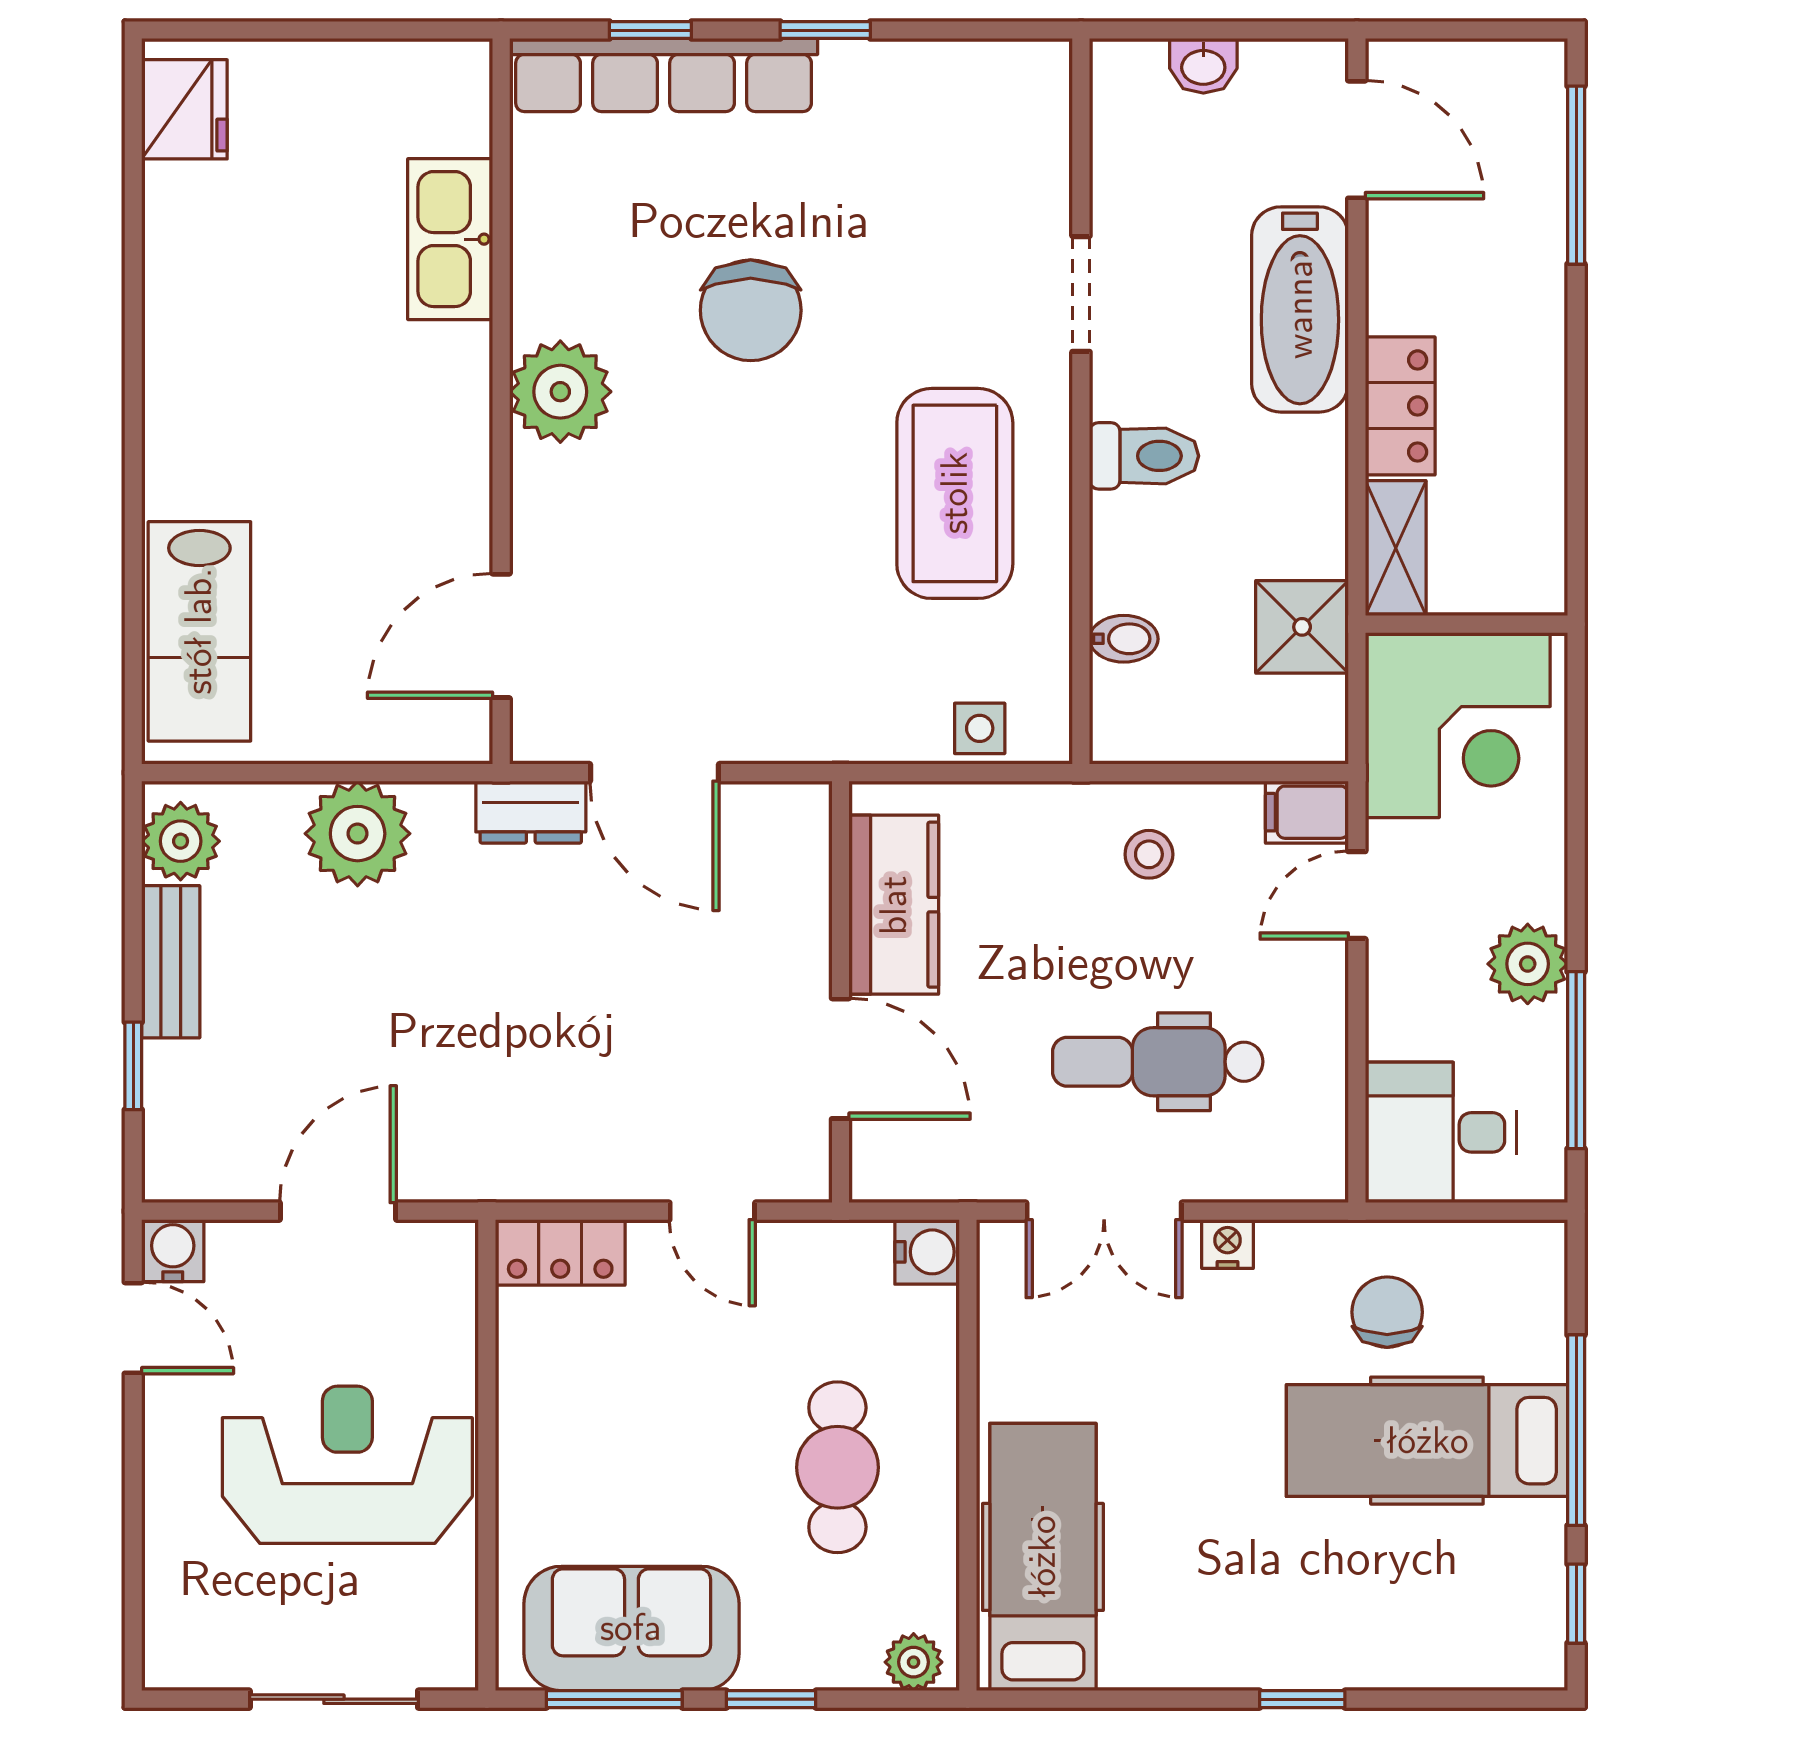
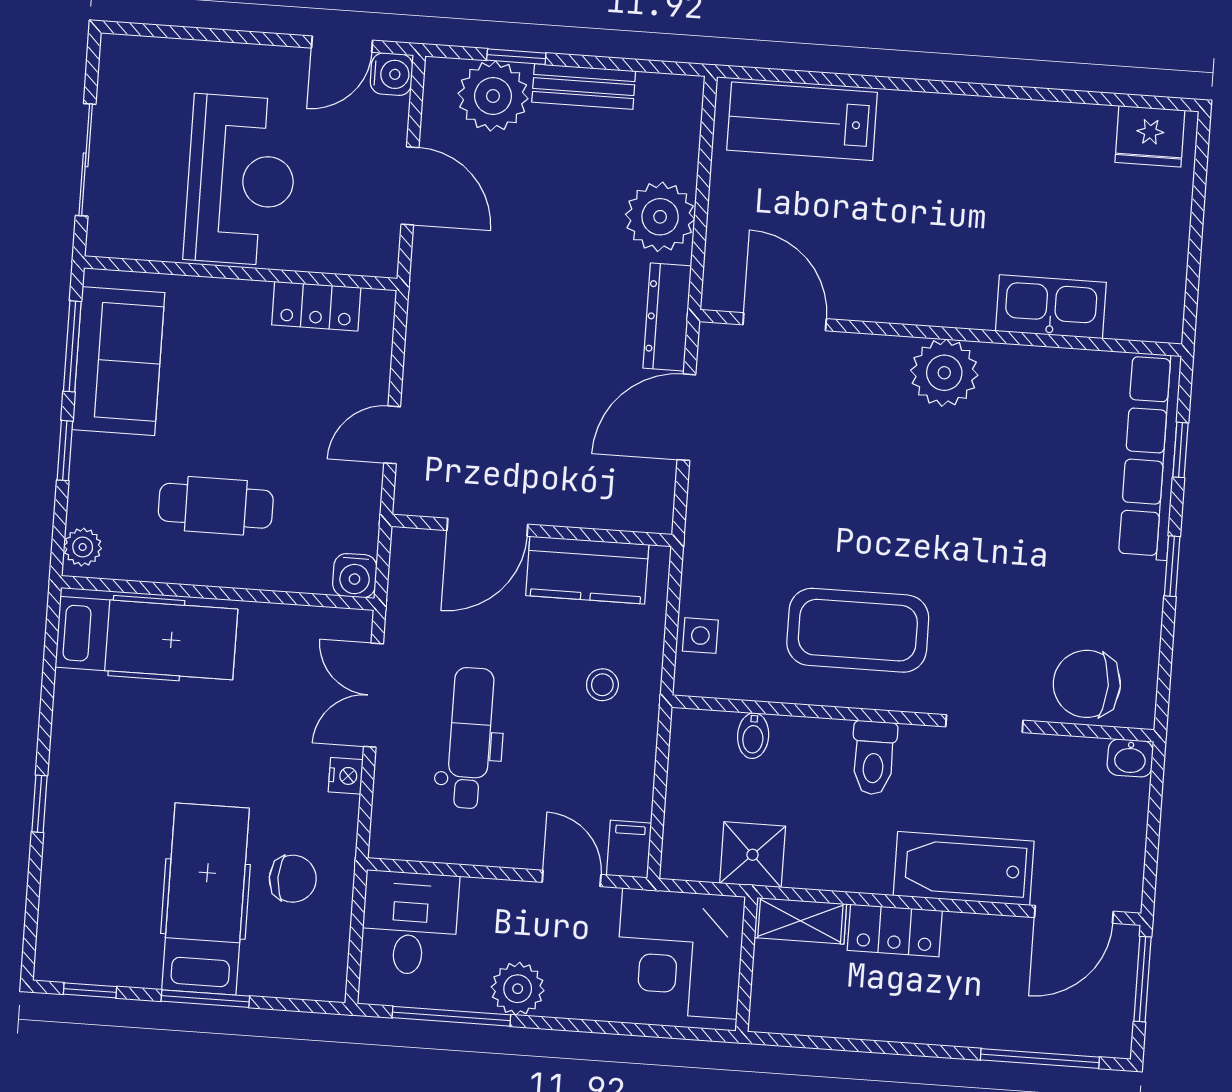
window: (1446, 30) -> (1143, 979), added
washbasin: (1203, 66) -> (1130, 758), moved, turned -90
chair: (751, 310) -> (1087, 684), moved
dresser: (531, 812) -> (667, 317), width x1.44
plant: (181, 841) -> (493, 96), moved, width x1.36, depth x1.36
stool: (1149, 854) -> (602, 685), moved
locker: (560, 1252) -> (316, 306), moved, turned -90
window: (1576, 1430) -> (205, 999), width x0.69

